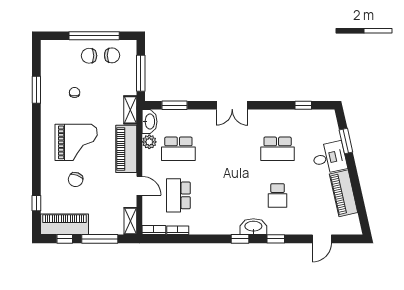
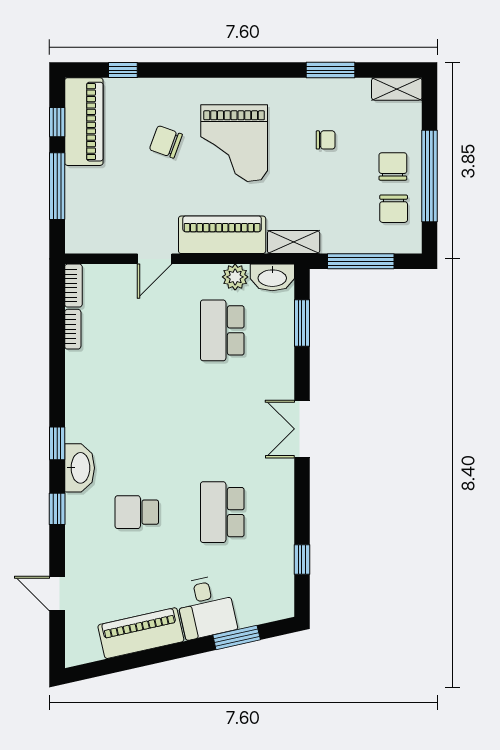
school desk: (178, 195) -> (137, 330), removed
shelving: (130, 221) -> (397, 89), moved

